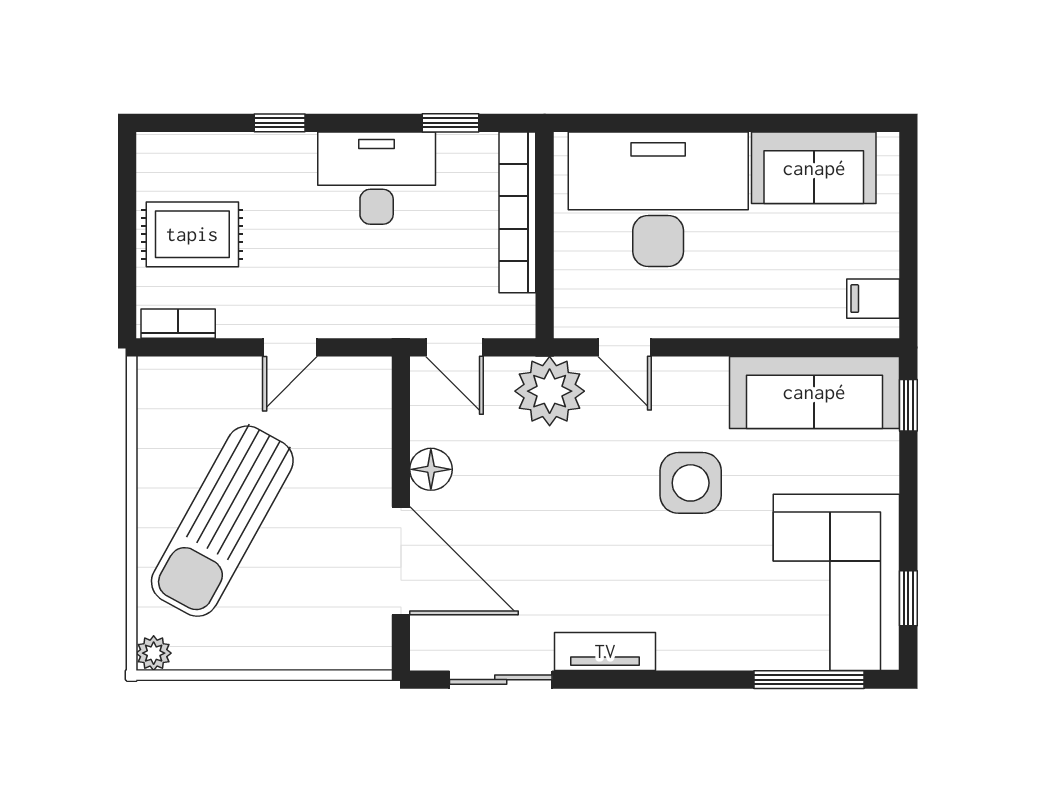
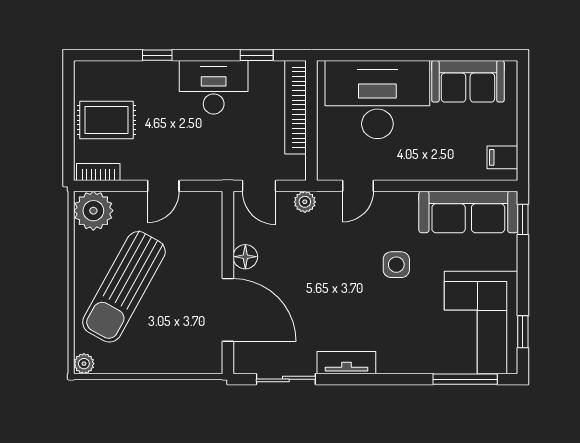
door: (625, 347) -> (358, 186), hinge flipped
plant: (170, 390) -> (93, 211), added
plant: (550, 391) -> (305, 202), width x0.53, depth x0.53
side table: (691, 483) -> (396, 265), width x0.73, depth x0.73

